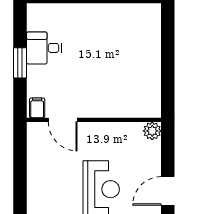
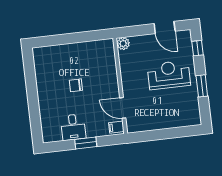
chair: (102, 58) -> (76, 85), added
door: (63, 120) -> (123, 108), swing flipped

